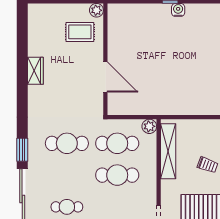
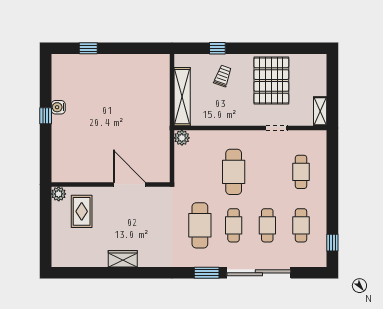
door: (105, 77) -> (129, 184), hinge flipped
cafe table: (117, 143) -> (234, 225), moved, width x0.73, depth x0.74
shelving: (168, 151) -> (182, 97), moved, turned 90

